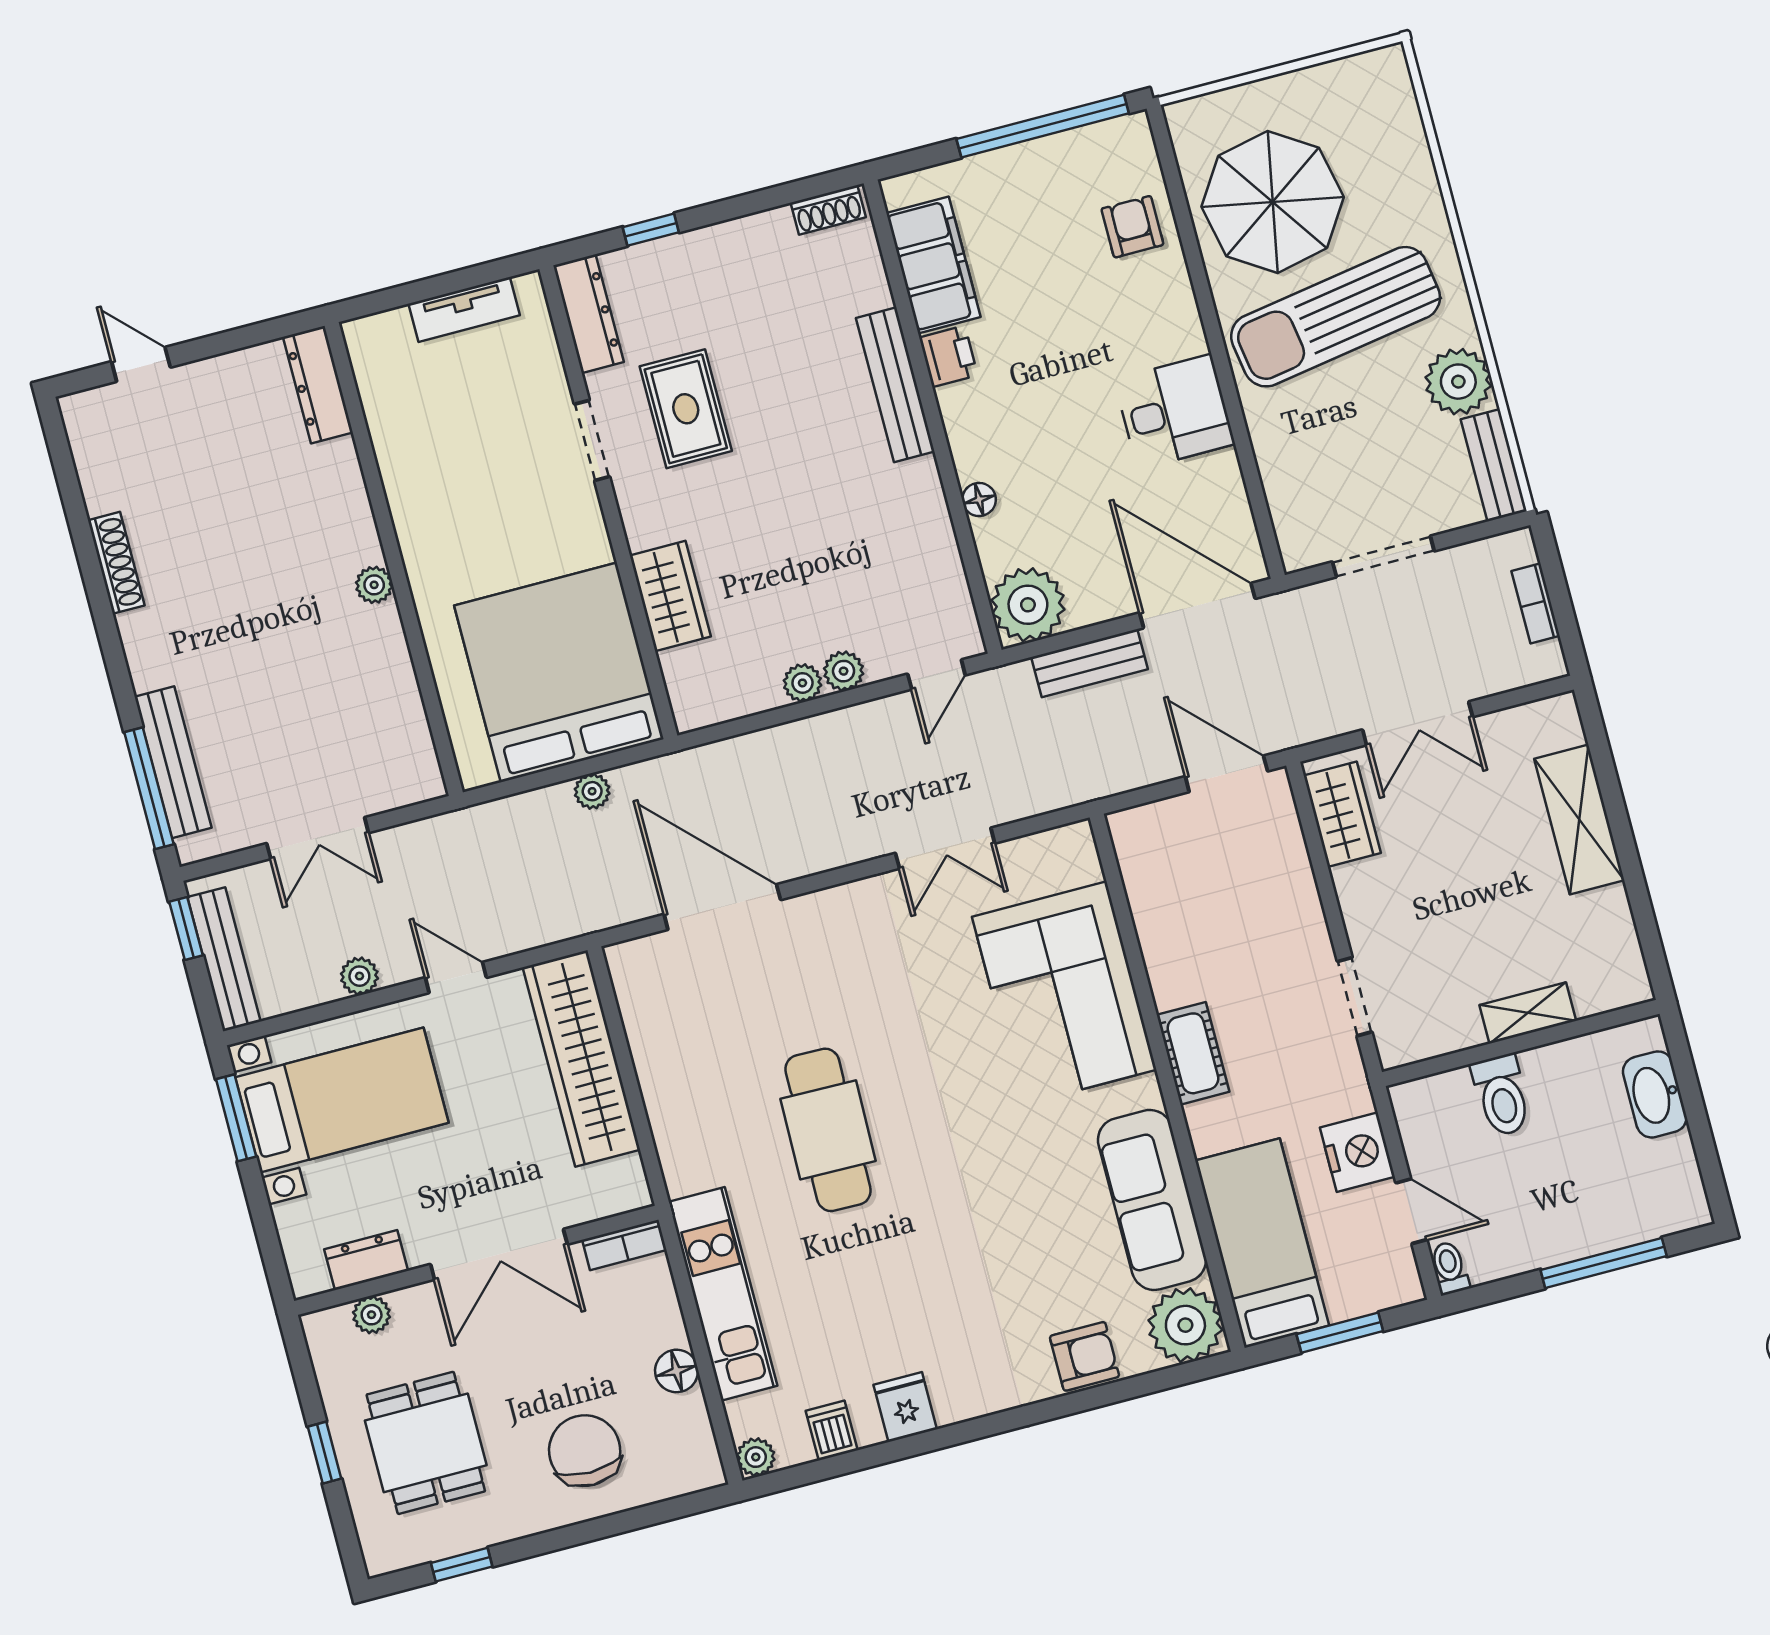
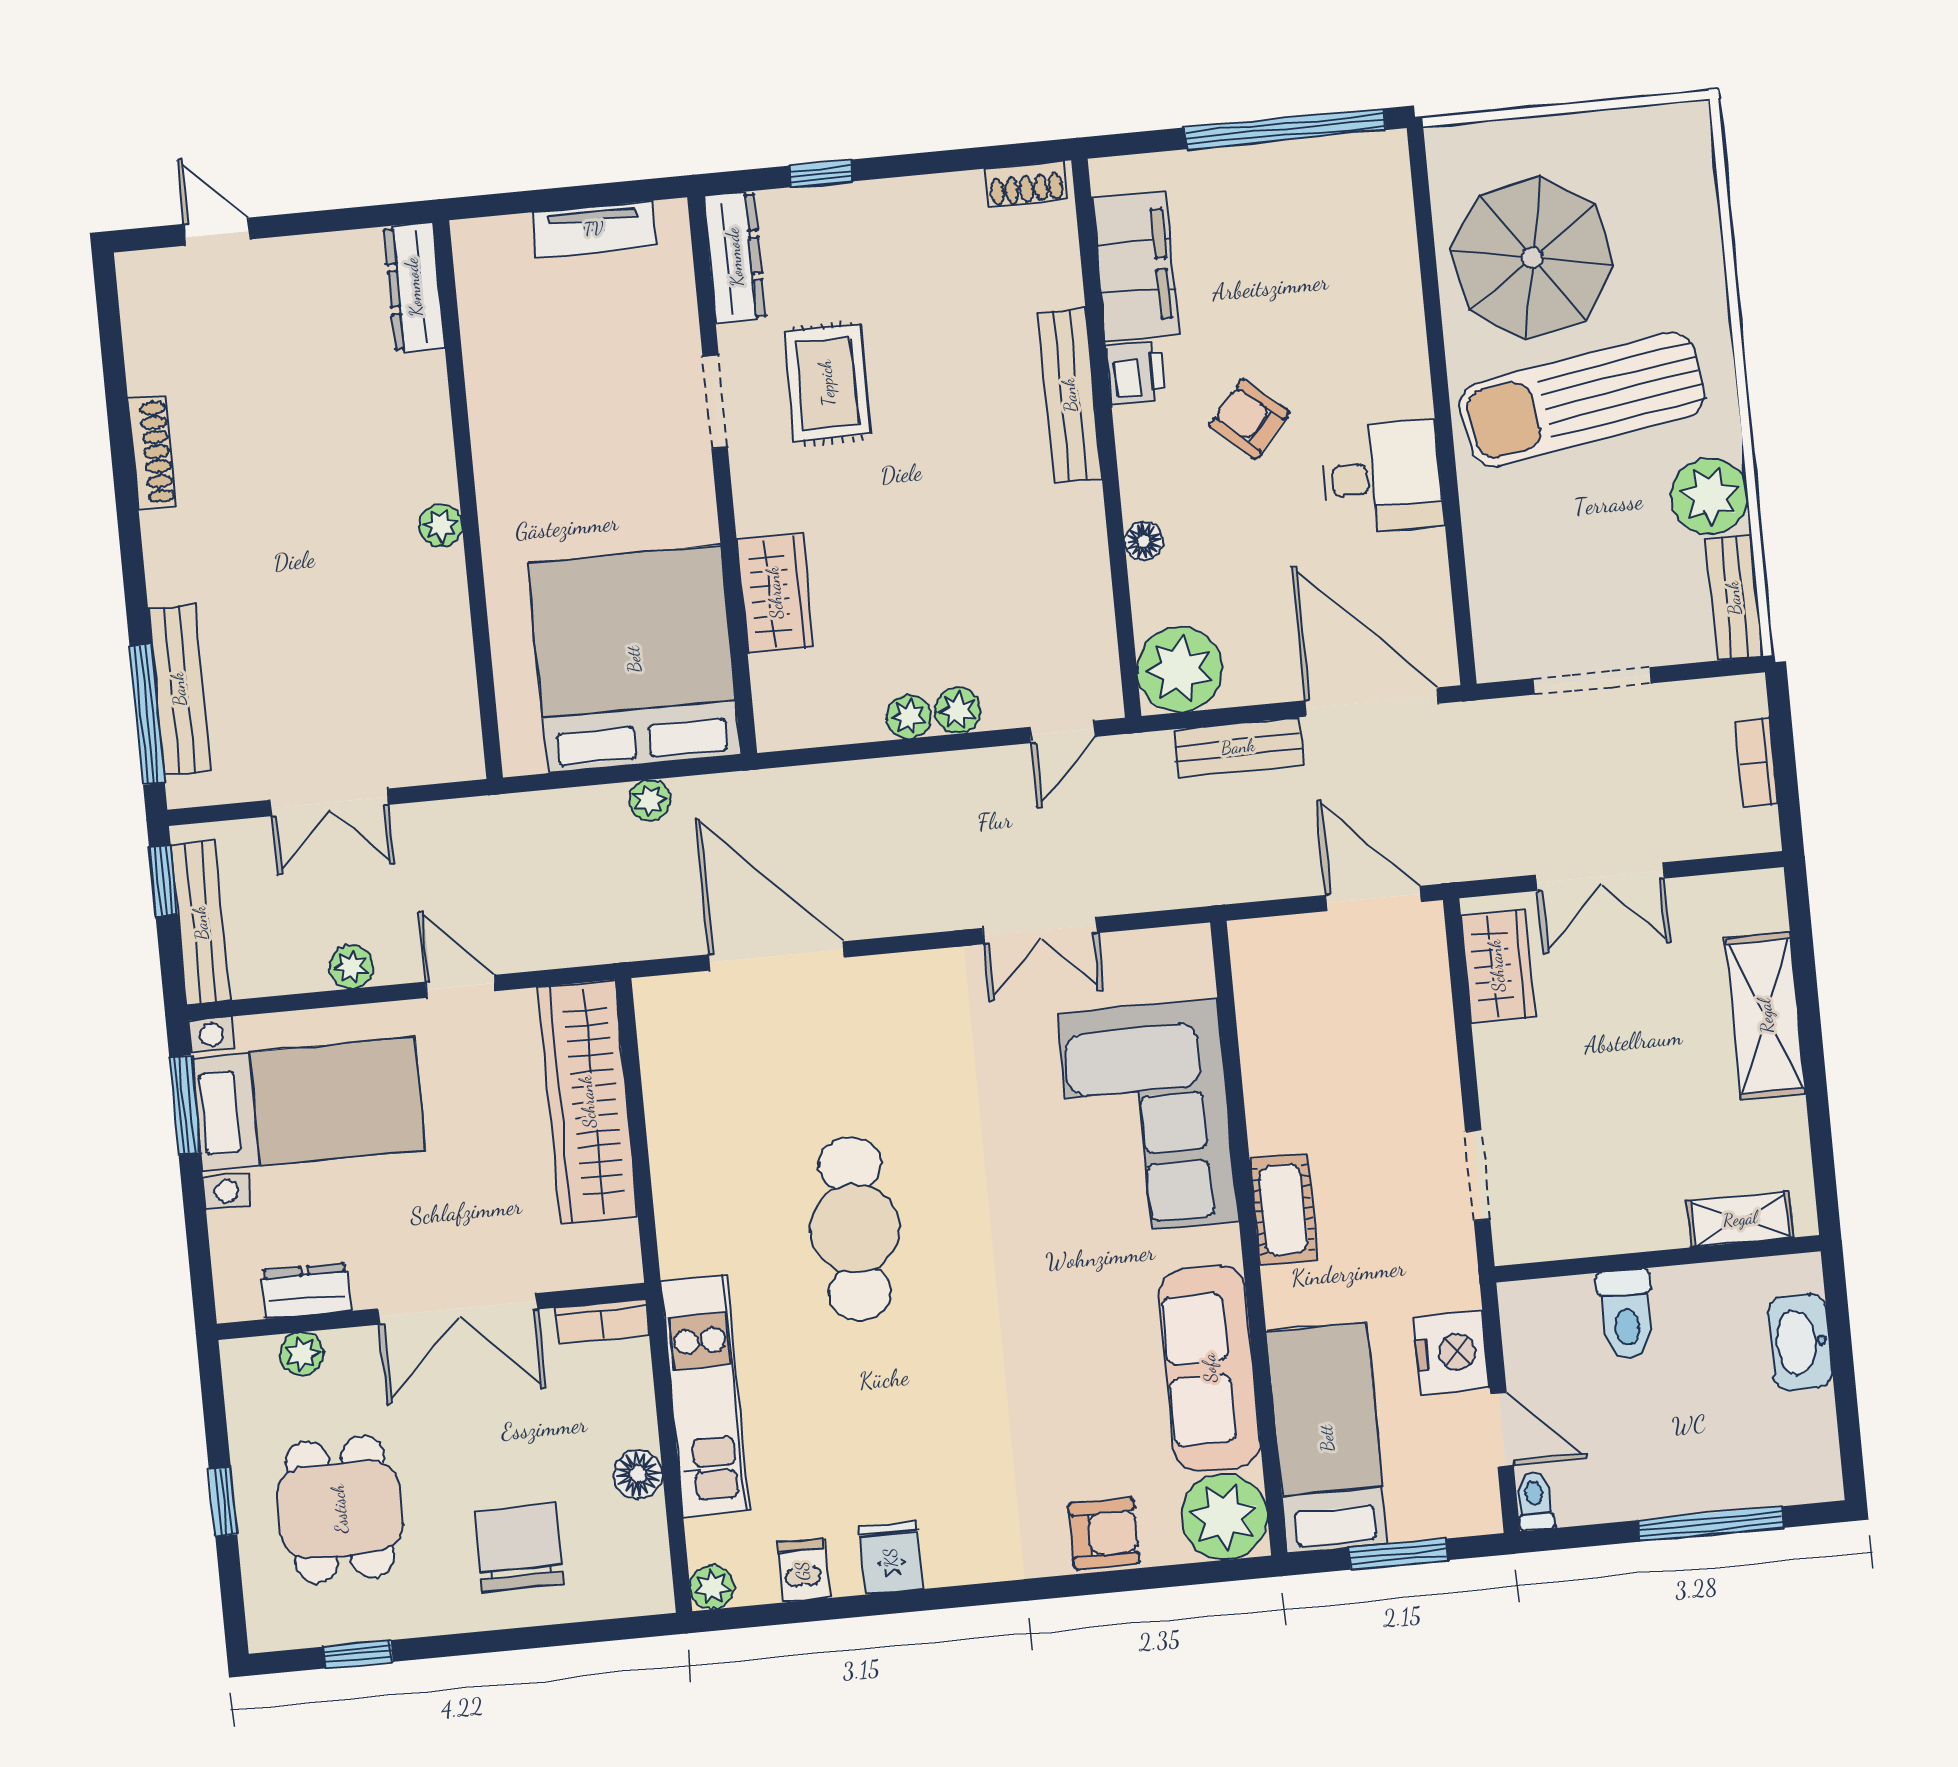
armchair: (1132, 227) -> (1249, 419), moved, turned -49
shelving: (1528, 1013) -> (1740, 1219), moved

